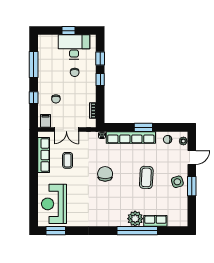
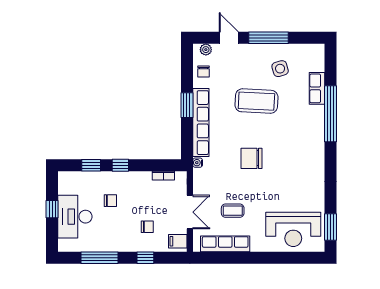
desk: (74, 47) -> (75, 217), moved
coffee table: (146, 177) -> (256, 101), width x1.36, depth x1.32
side table: (177, 182) -> (280, 69), moved
window: (192, 186) -> (268, 38), width x1.44
plant: (135, 219) -> (314, 116), removed

